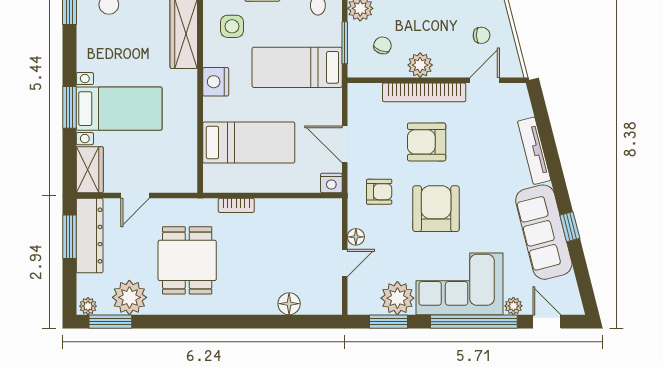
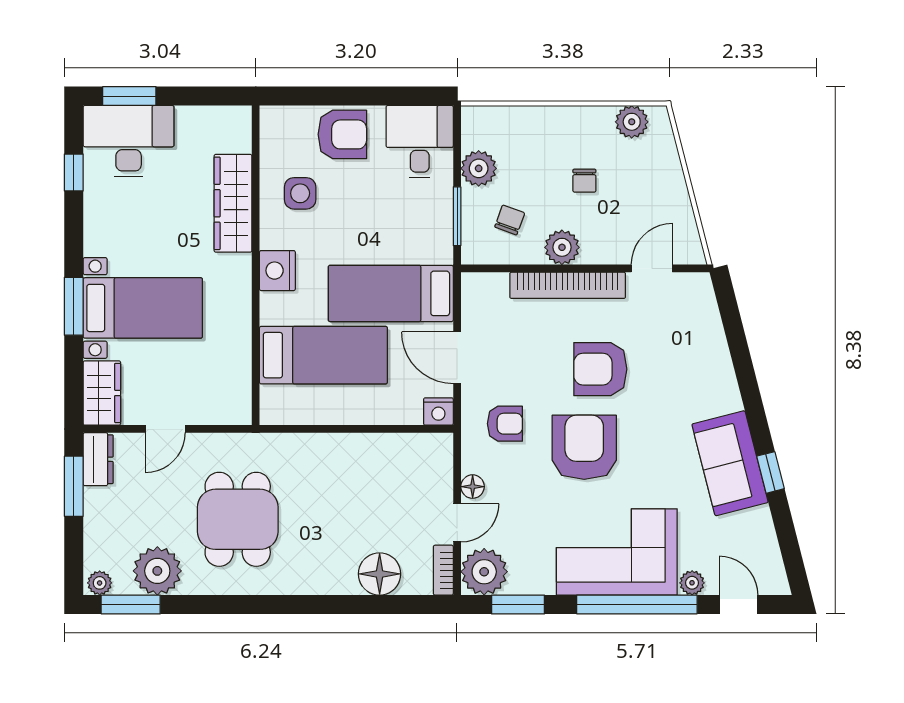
chair: (482, 35) -> (584, 181), moved, turned 91
bed: (297, 67) -> (391, 293), moved
armchair: (427, 142) -> (600, 369), moved
tv unit: (534, 151) -> (721, 367), removed
bookcase: (236, 205) -> (443, 570), moved, turned 90
sofa: (544, 232) -> (730, 463), width x0.73
dresser: (90, 236) -> (98, 459), width x0.51, depth x0.80
plant: (397, 298) -> (484, 572), moved
floor lamp: (289, 304) -> (380, 574), width x1.38, depth x1.38

